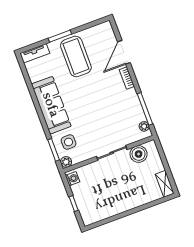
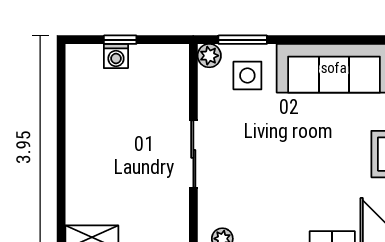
boiler: (139, 154) -> (171, 207), removed
washing machine: (72, 179) -> (116, 56), moved

